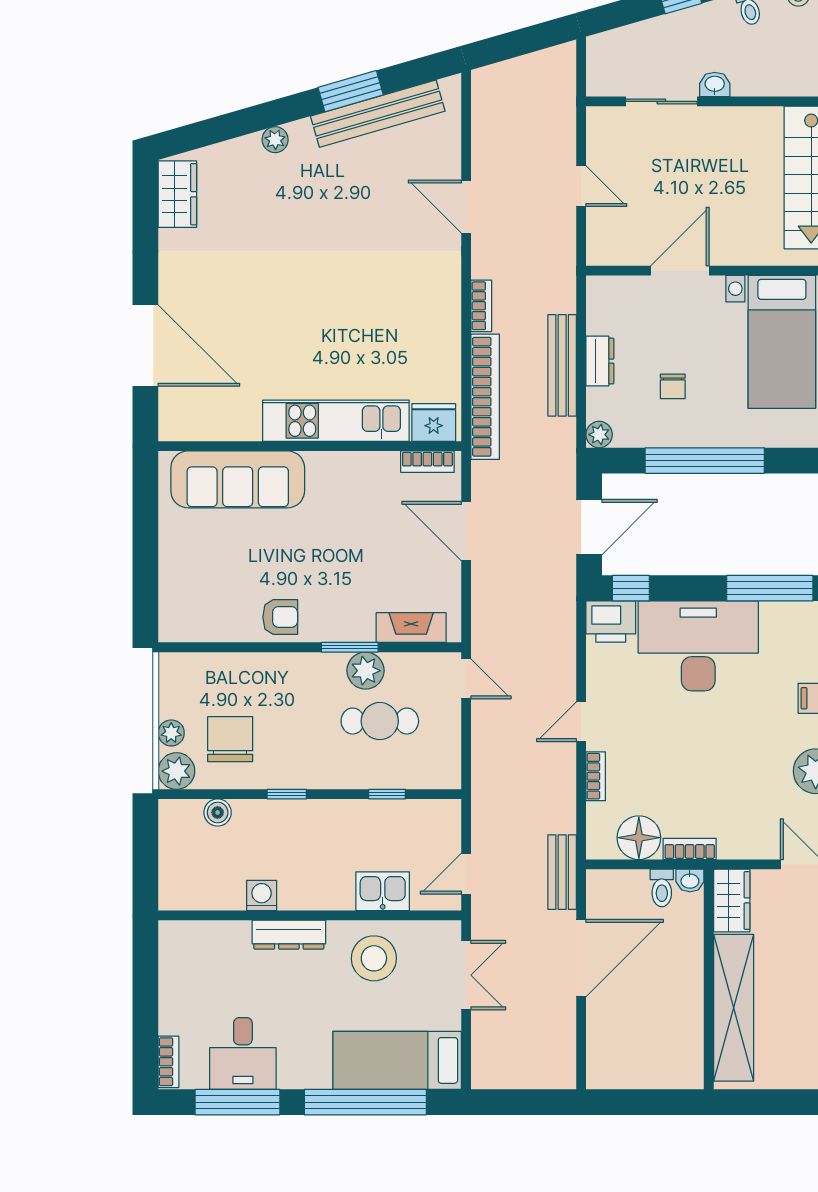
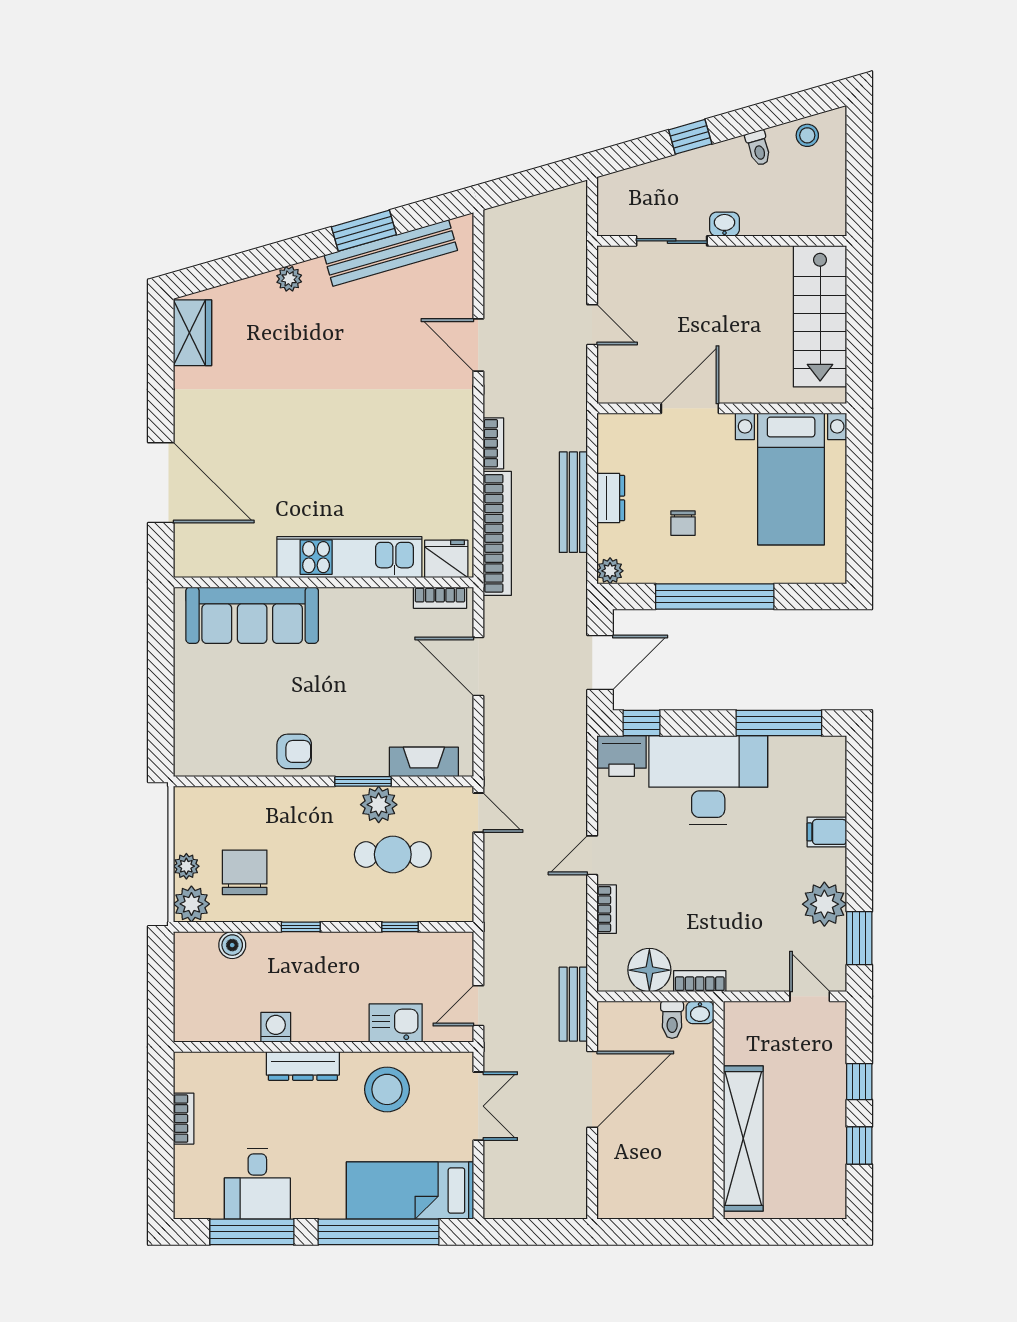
wardrobe: (732, 900) -> (741, 1032), removed
bookcase: (168, 1062) -> (184, 1119), moved

